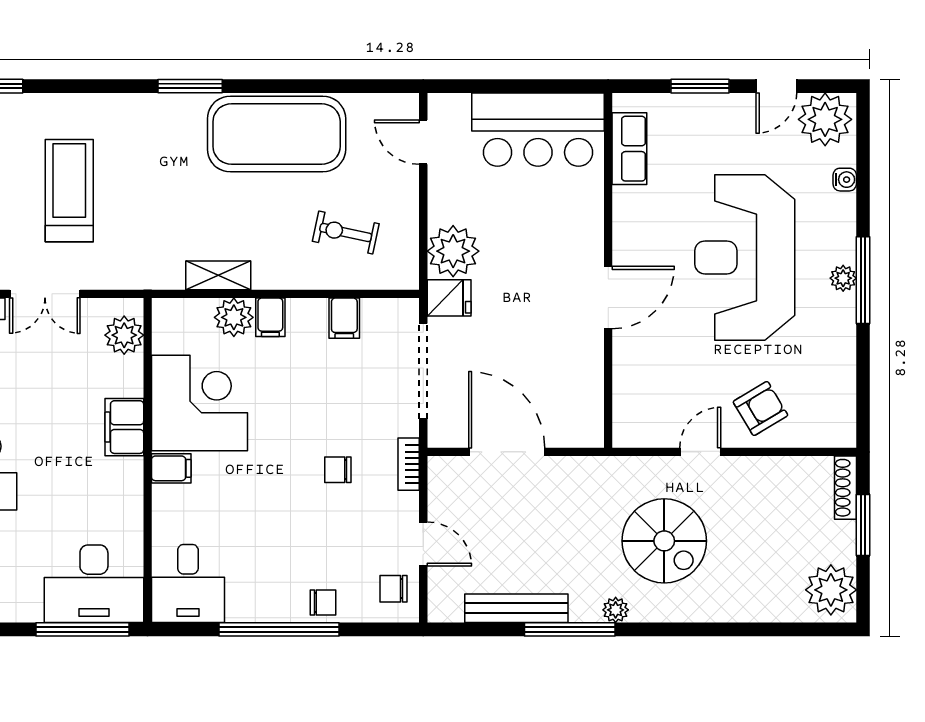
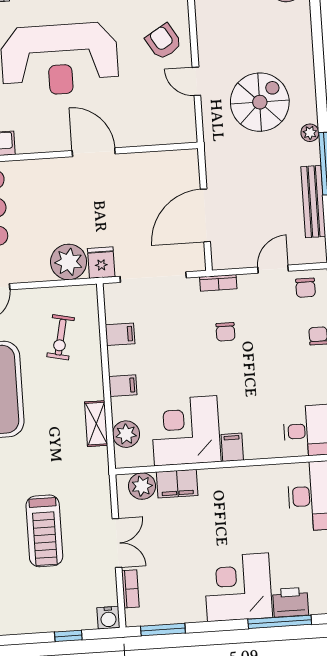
treadmill: (69, 191) -> (44, 531), turned -90
plant: (234, 317) -> (126, 434), moved
filing cabinet: (124, 427) -> (177, 484), moved

